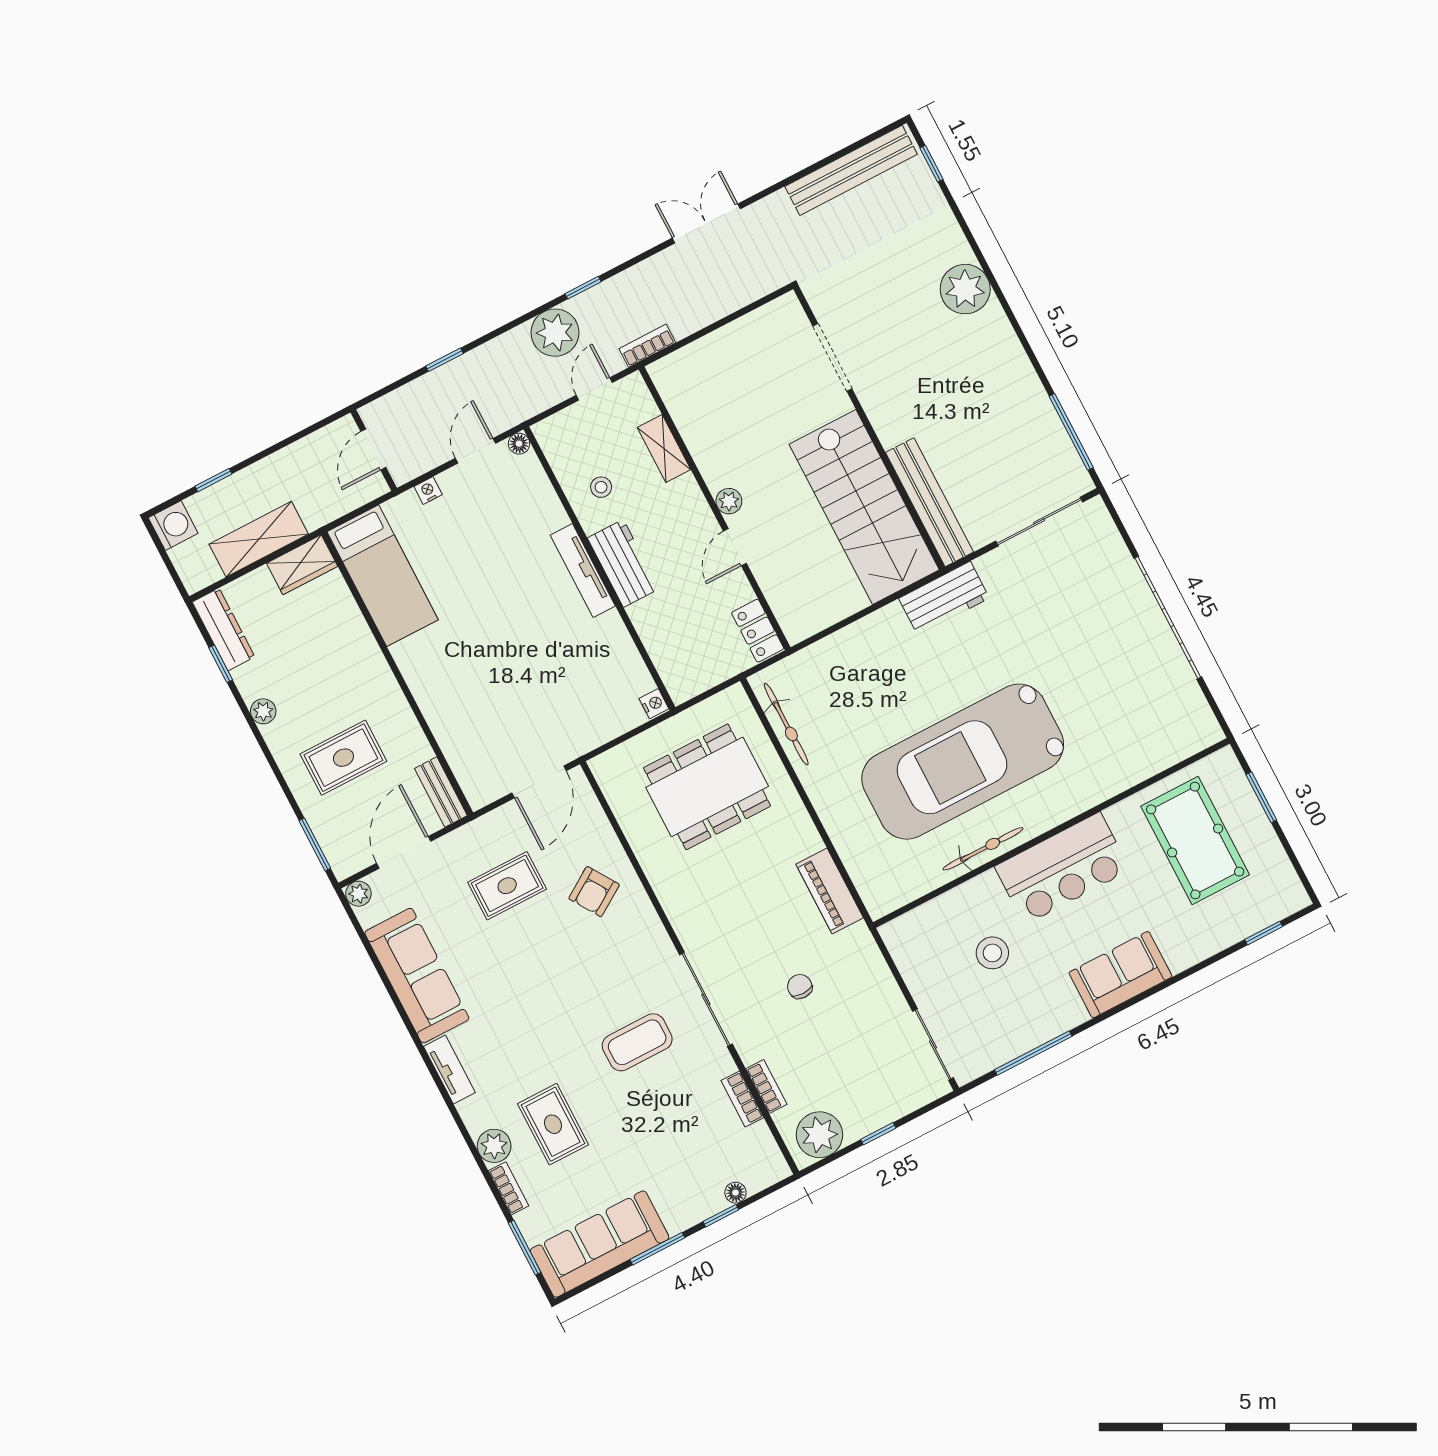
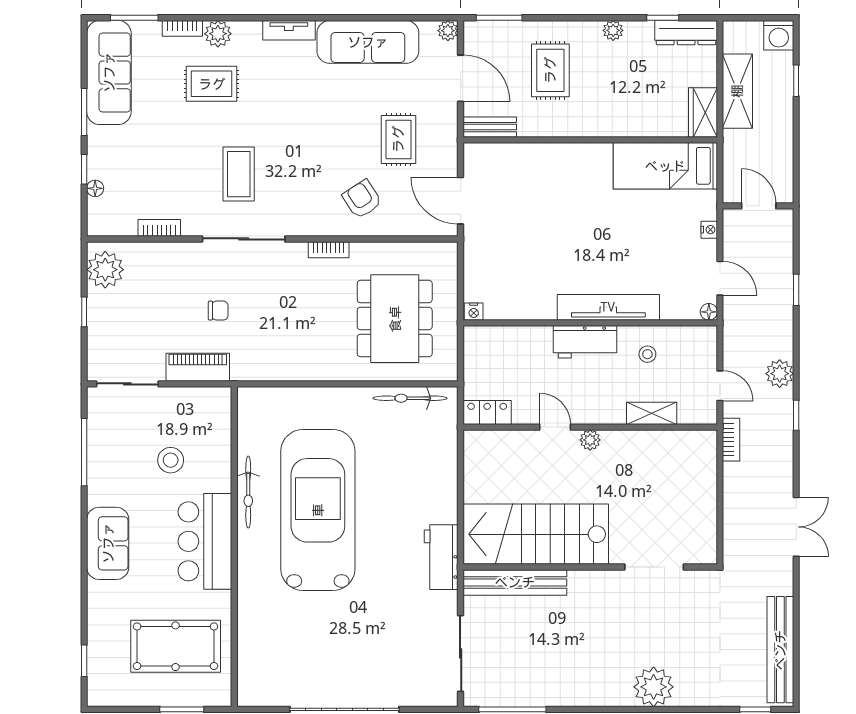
plant: (555, 333) -> (780, 374), width x0.73, depth x0.73
tv unit: (583, 571) -> (608, 307), width x1.36, depth x1.29
piano: (830, 891) -> (198, 367), moved
bookcase: (766, 1087) -> (329, 250), moved

